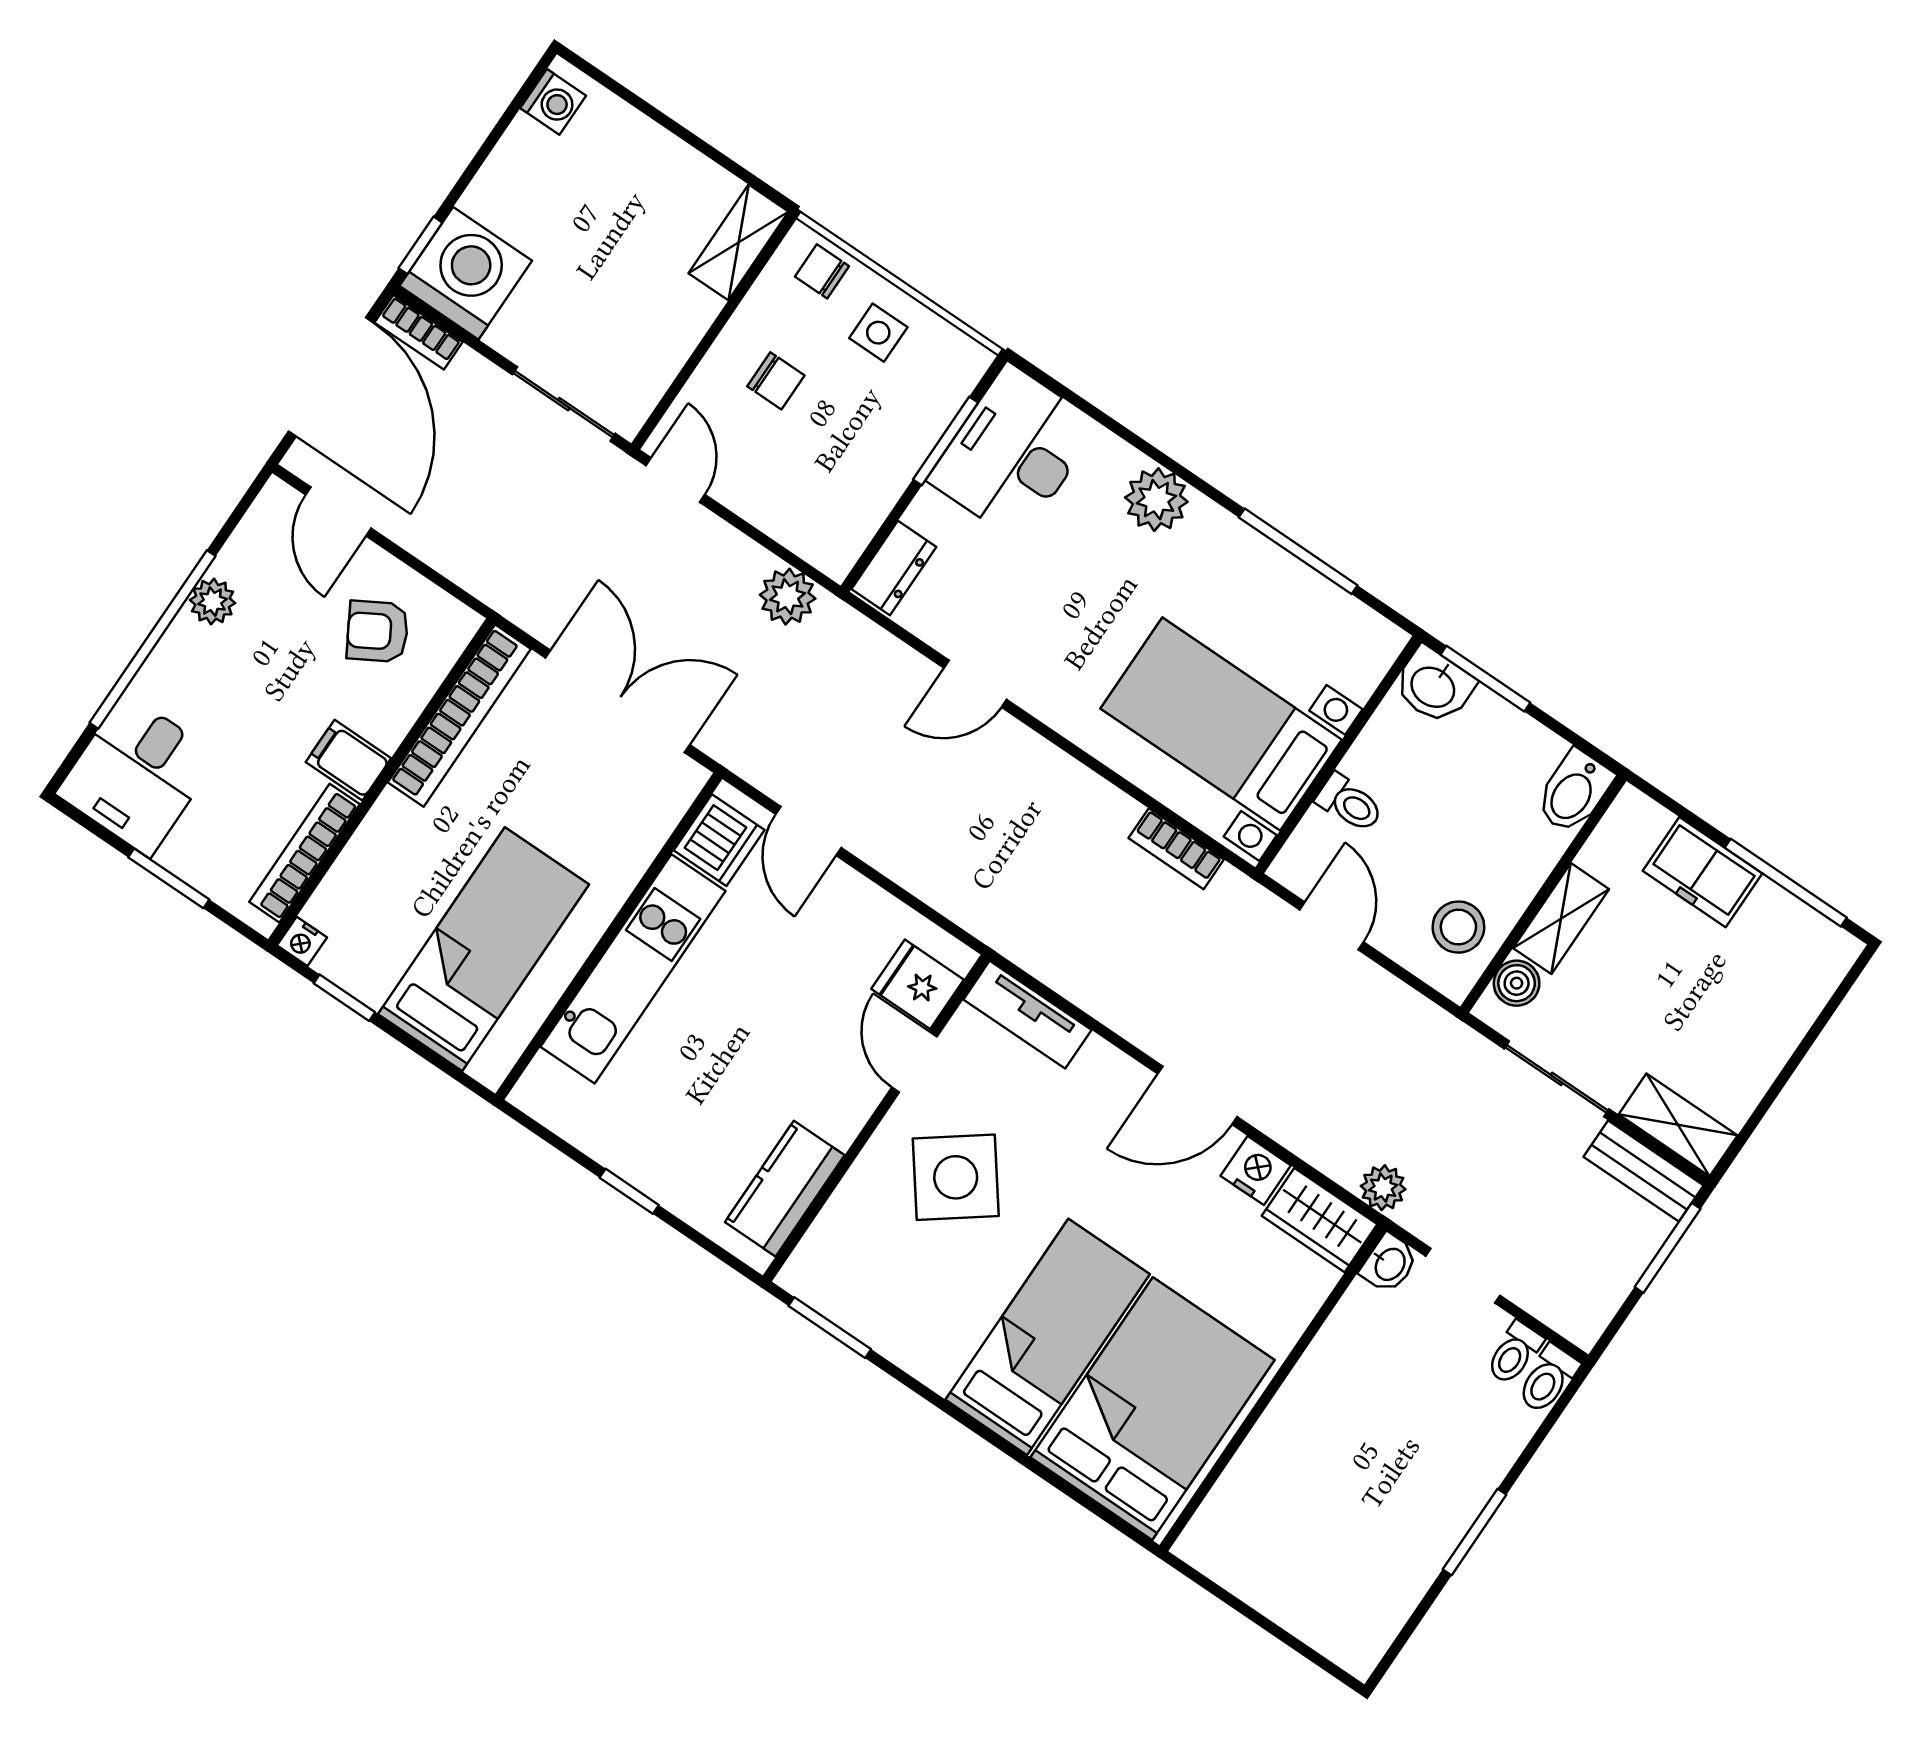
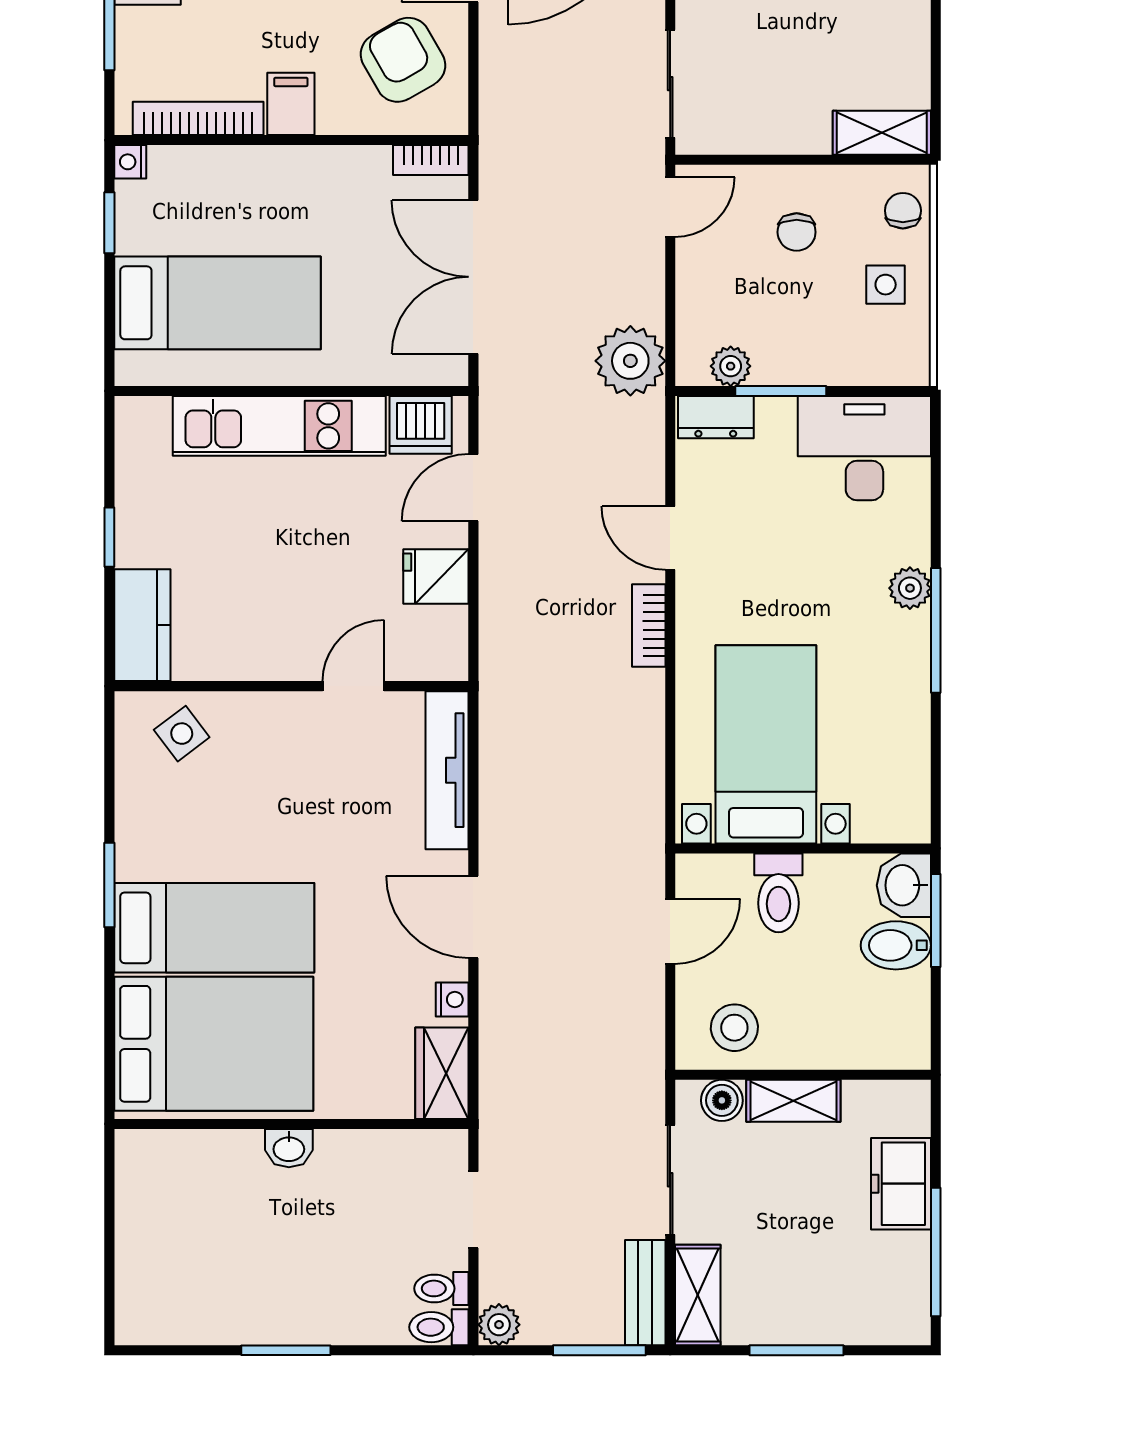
window: (945, 441) -> (781, 391), moved
plant: (1156, 500) -> (910, 588), width x0.73, depth x0.73
plant: (857, 523) -> (731, 366), added
window: (1298, 551) -> (936, 630), moved
plant: (788, 597) -> (630, 361), width x1.36, depth x1.36
armchair: (378, 631) -> (403, 60), width x1.38, depth x1.38
double door: (618, 701) -> (473, 277), swing flipped
bookcase: (459, 716) -> (431, 160), width x0.43, depth x0.76
bidet: (1574, 792) -> (896, 945), moved
toilet: (1350, 803) -> (778, 893), width x1.37, depth x1.39
bookcase: (1176, 849) -> (649, 625), moved
fridge: (918, 984) -> (436, 576), moved, turned -90
tv unit: (1027, 1015) -> (447, 770), width x1.41
window: (1789, 1069) -> (796, 1350), added
nightstand: (1256, 1171) -> (452, 1000), width x0.72, depth x0.74
side table: (956, 1177) -> (182, 734), moved, width x0.54, depth x0.54
plant: (1383, 1188) -> (499, 1325), moved
kitchen counter: (785, 1189) -> (142, 625), moved, turned 90
washbasin: (1389, 1264) -> (289, 1148), moved
window: (830, 1328) -> (109, 885), moved

